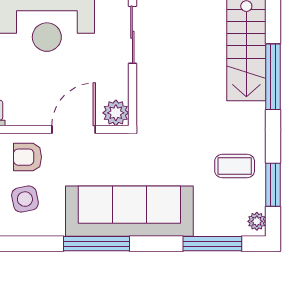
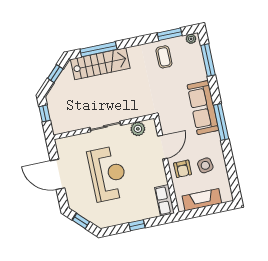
window: (273, 77) -> (98, 49), moved
plant: (116, 113) -> (138, 129), moved
door: (74, 129) -> (163, 147), swing flipped
sofa: (129, 211) -> (203, 108), width x0.74, depth x0.79

